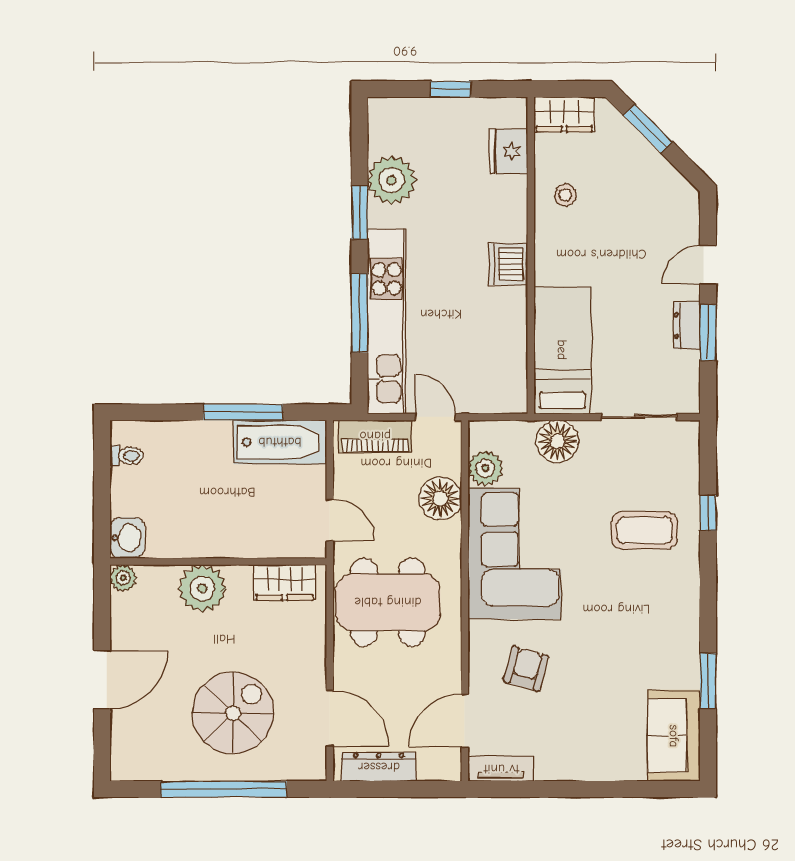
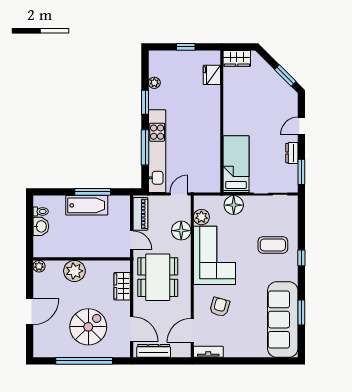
window: (648, 128) -> (285, 76), moved
plant: (392, 180) -> (154, 83), width x0.53, depth x0.53
stool: (565, 195) -> (237, 94), removed
dishwasher: (508, 264) -> (212, 126), removed
window: (708, 333) -> (301, 172), moved
door: (435, 417) -> (179, 194), hinge flipped
piano: (375, 436) -> (140, 214), moved, turned -90
bathtub: (280, 442) -> (87, 205), moved
window: (708, 513) -> (301, 258), moved
washbasin: (127, 538) -> (41, 226), moved
wardrobe: (285, 582) -> (122, 286), moved, turned 90
dining table: (388, 602) -> (158, 277), turned 90
sofa: (674, 736) -> (283, 320), width x1.85, depth x1.27

